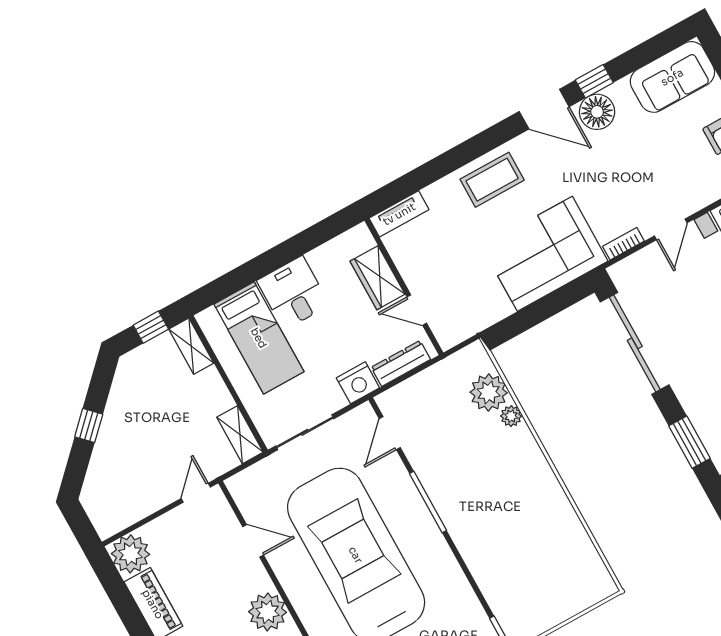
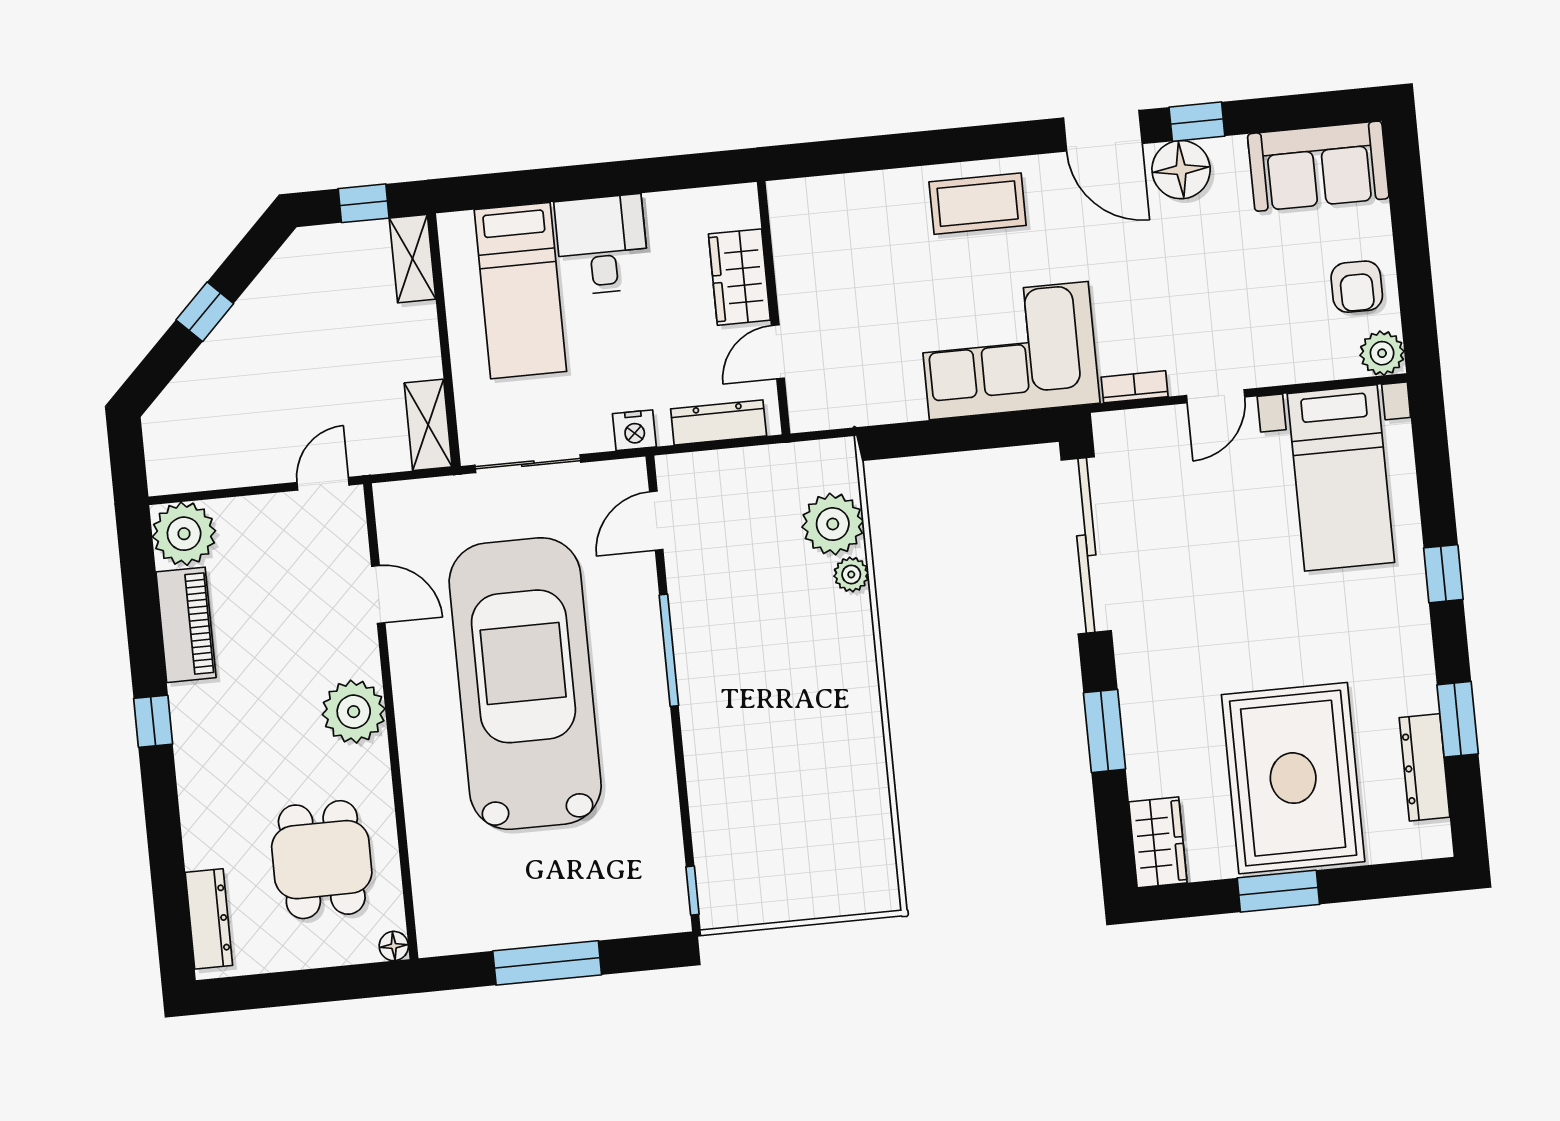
tv unit: (399, 214) -> (814, 194), removed
door: (417, 310) -> (778, 352), hinge flipped
nightstand: (358, 383) -> (634, 430), width x0.74, depth x0.75

